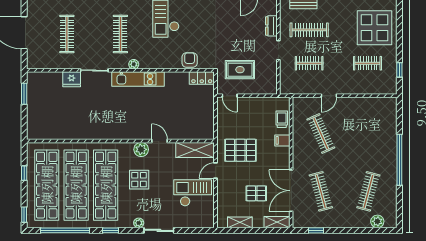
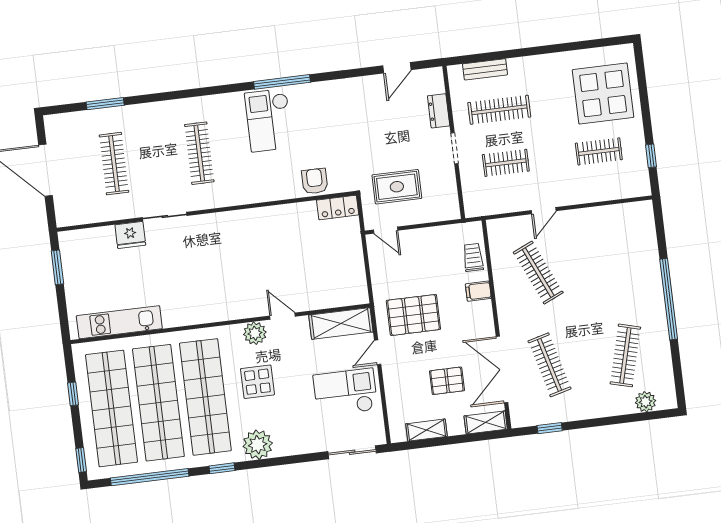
plant: (134, 64) -> (226, 199), removed
kitchen unit: (138, 79) -> (119, 322), moved, turned 180
plant: (139, 223) -> (258, 445), width x1.88, depth x1.88
sliding door: (159, 230) -> (352, 452), moved

